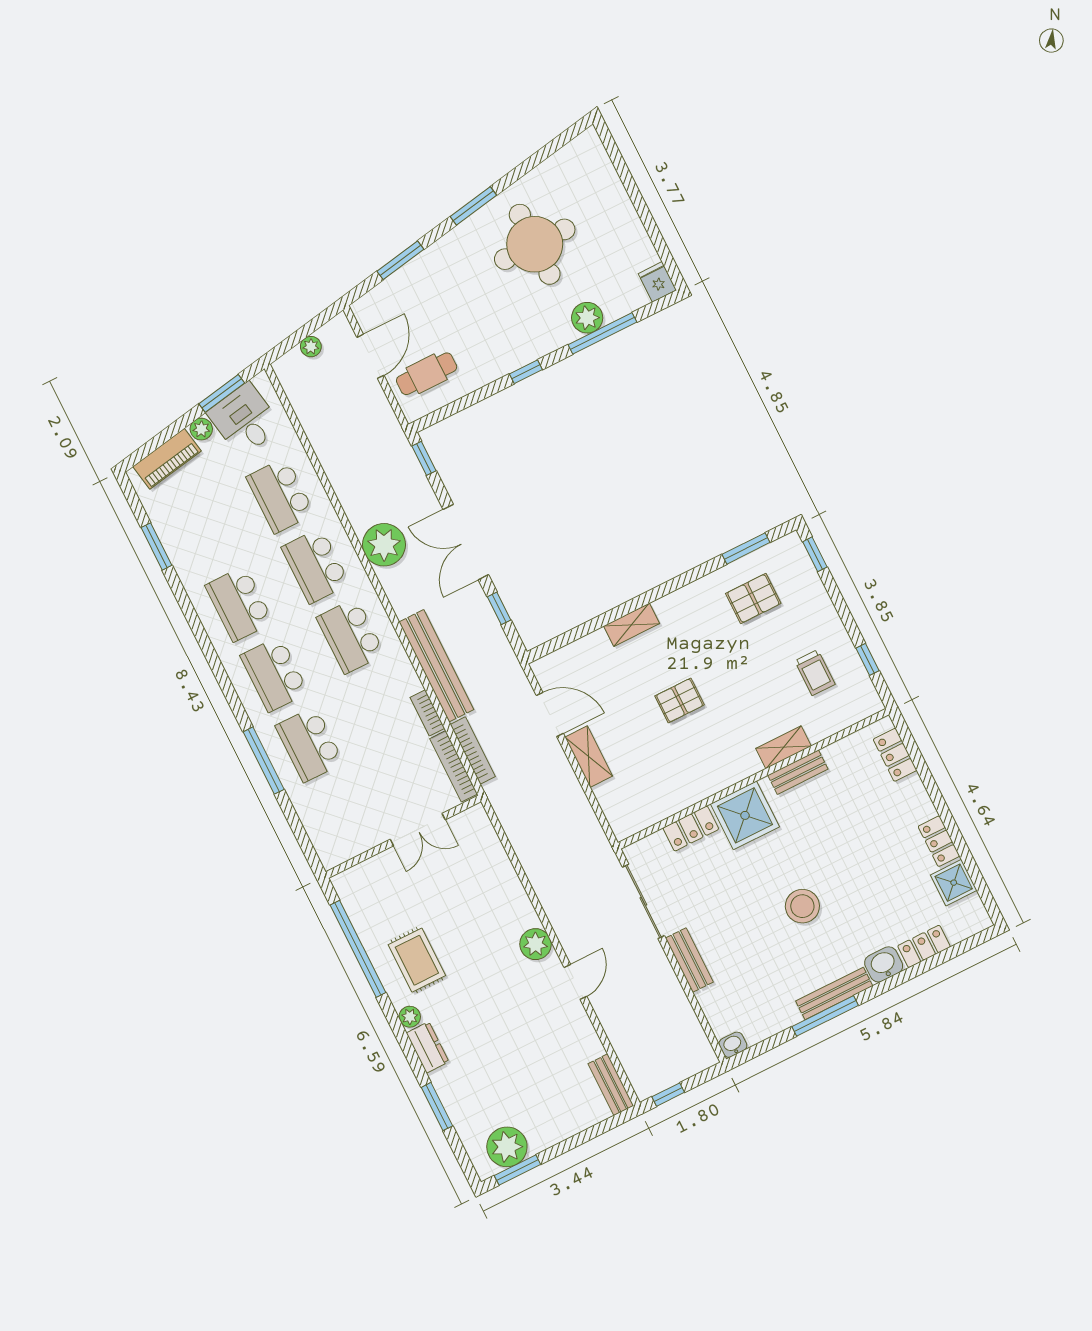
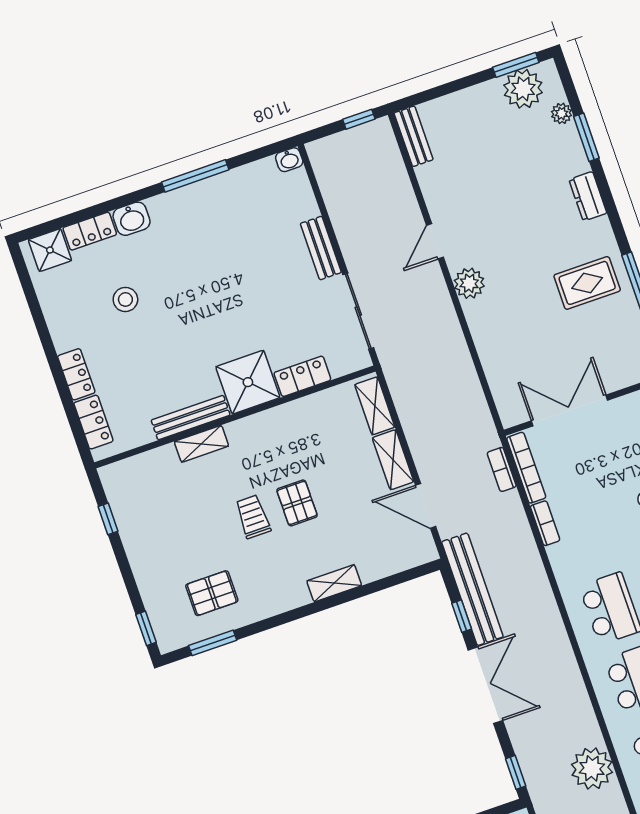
plant: (384, 545) -> (592, 768), moved
bench: (436, 666) -> (472, 589), moved
trolley: (815, 673) -> (253, 517), moved
pallet: (680, 700) -> (297, 503), turned 90
bookcase: (473, 750) -> (502, 469), width x0.64
bench: (798, 772) -> (191, 418), width x1.36
shelving: (614, 808) -> (375, 406), added
double door: (418, 830) -> (569, 410), width x1.37
locker: (939, 841) -> (76, 374), moved
shower: (954, 883) -> (50, 250), moved
stool: (802, 906) -> (125, 299), moved, width x0.73, depth x0.73
rug: (417, 960) -> (587, 283), turned 90
bench: (834, 994) -> (184, 197), removed
plant: (410, 1017) -> (562, 113), moved

